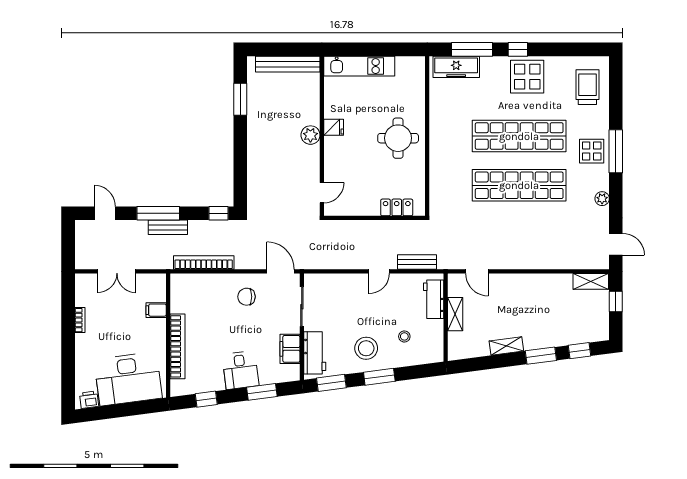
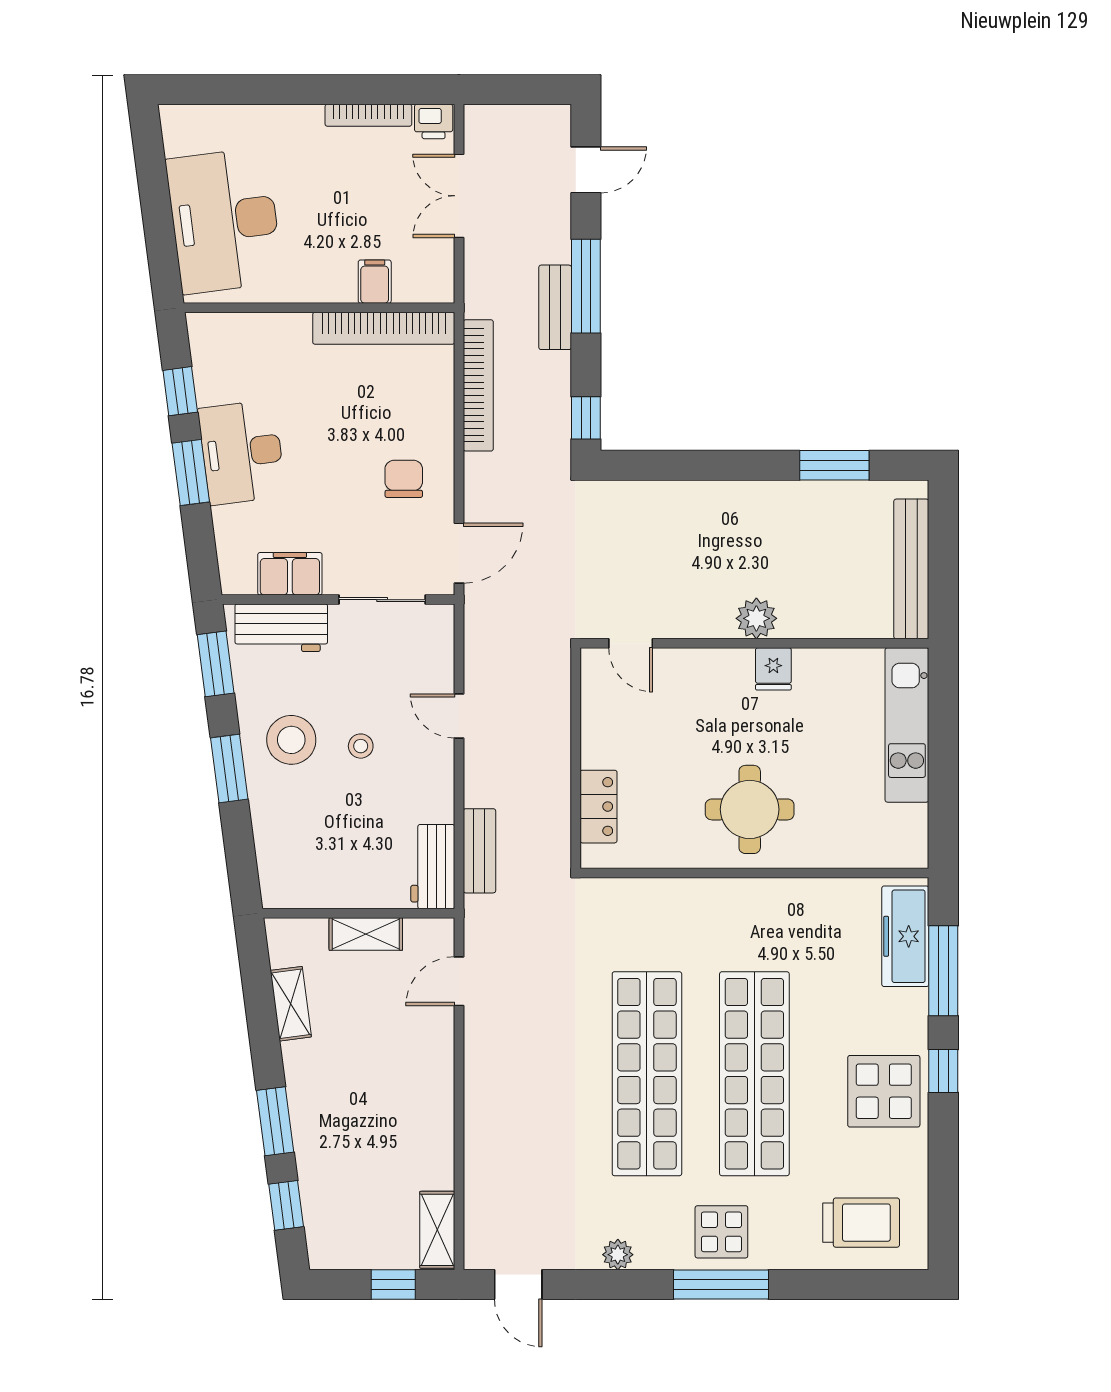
door: (616, 244) -> (518, 1285), hinge flipped
door: (379, 271) -> (459, 716), moved
workbench: (434, 299) -> (433, 867), moved, turned -90
bookcase: (80, 320) -> (368, 115), width x1.56
stool: (404, 336) -> (361, 746), moved
bookcase: (177, 346) -> (384, 328), moved
shelving: (506, 346) -> (291, 1004), moved
desk: (240, 370) -> (242, 452), width x1.37
window: (262, 392) -> (191, 472), moved
printer: (89, 400) -> (434, 122), moved, turned 97

